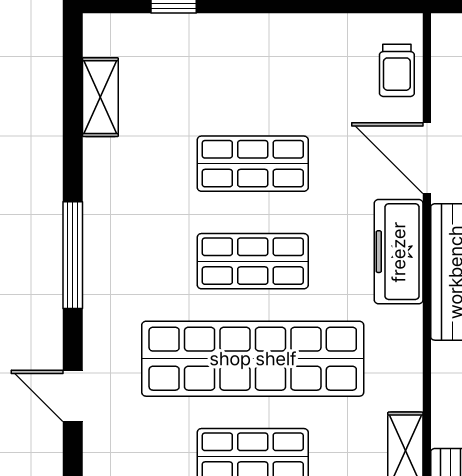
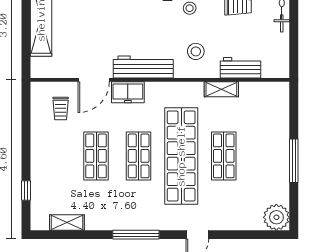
trolley: (397, 70) -> (61, 108), moved, turned 90
freezer: (399, 252) -> (128, 92), width x0.71

